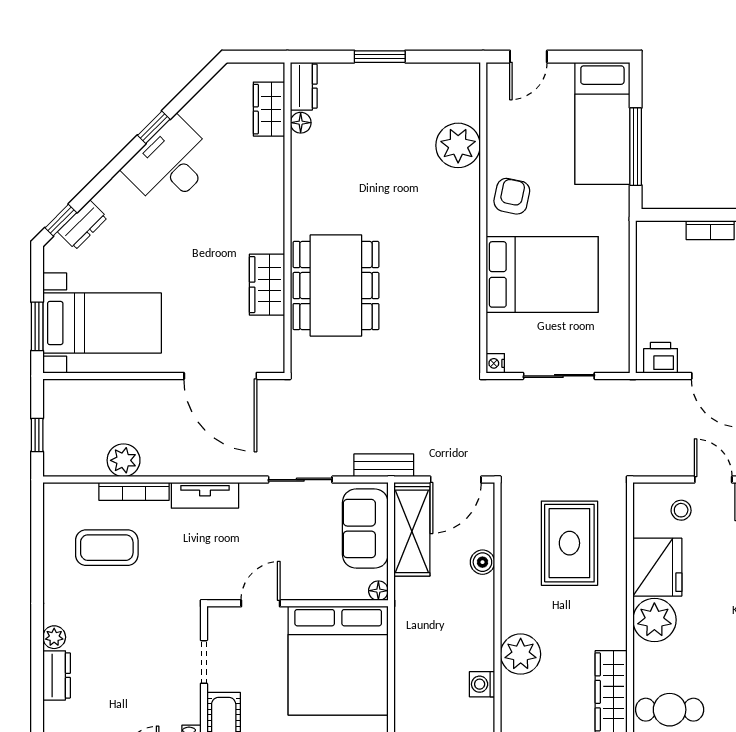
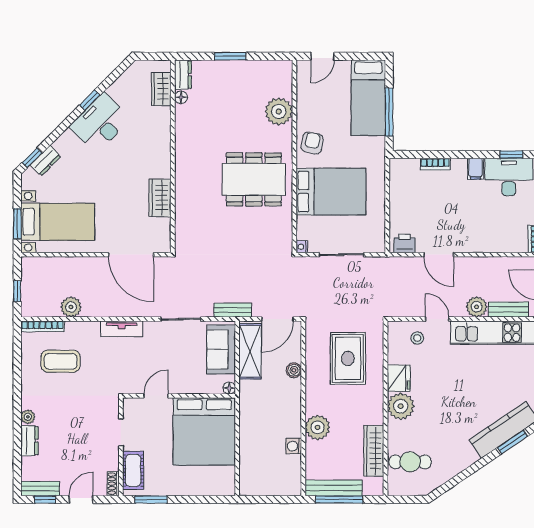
dining table: (336, 286) -> (254, 179), moved, turned 90
bookcase: (134, 491) -> (43, 326), moved
fridge: (657, 567) -> (399, 378), width x0.73, depth x0.75

